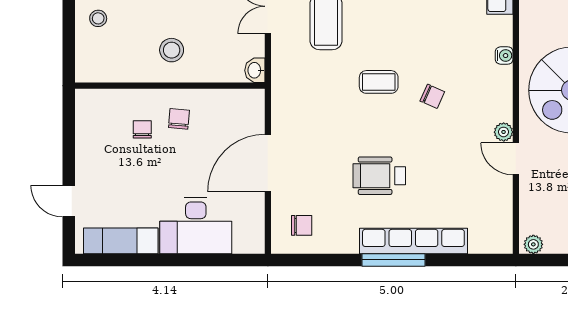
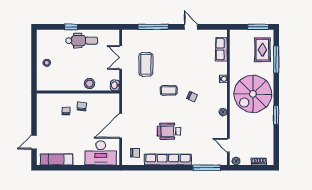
stool: (172, 50) -> (90, 84), moved
door: (516, 159) -> (228, 145), moved
door: (69, 201) -> (34, 142), hinge flipped
desk: (196, 226) -> (101, 153), moved
row of seats: (413, 241) -> (168, 160), moved
window: (394, 260) -> (207, 168), moved

